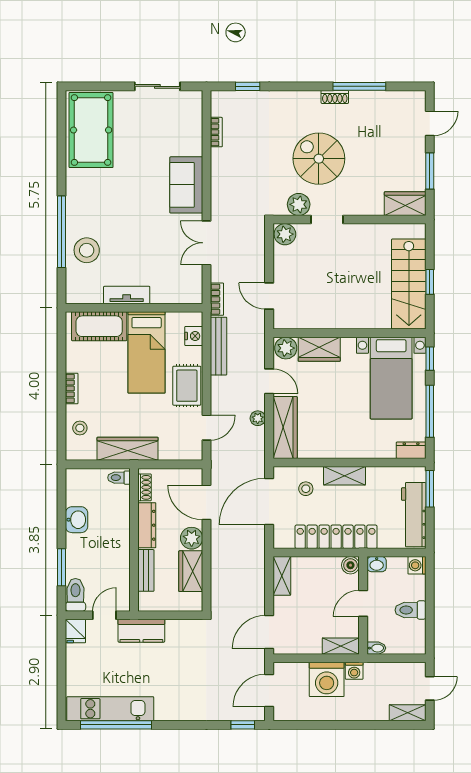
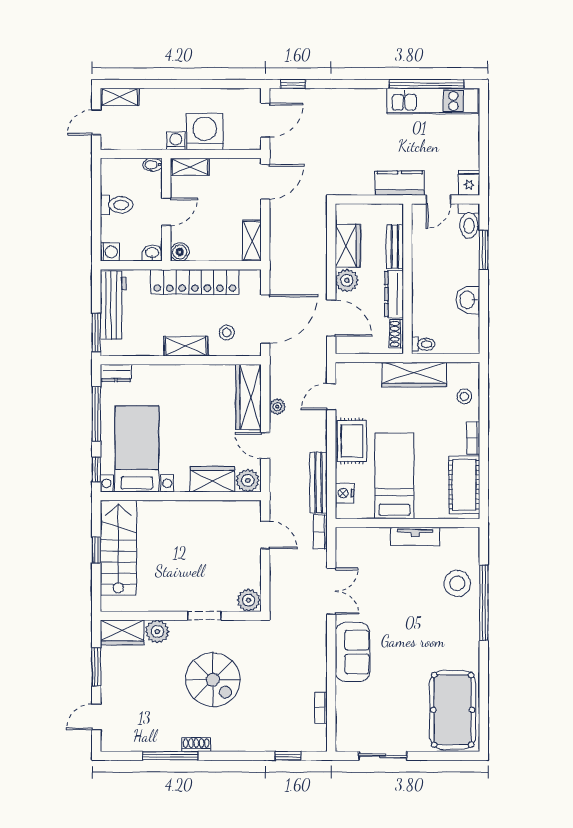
plant: (299, 204) -> (157, 632), moved
cot: (99, 326) -> (464, 485), moved, turned 90

